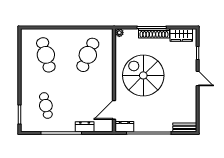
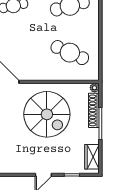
shoe rack: (154, 33) -> (94, 110), moved
spiral stairs: (143, 75) -> (47, 114), turned 90

